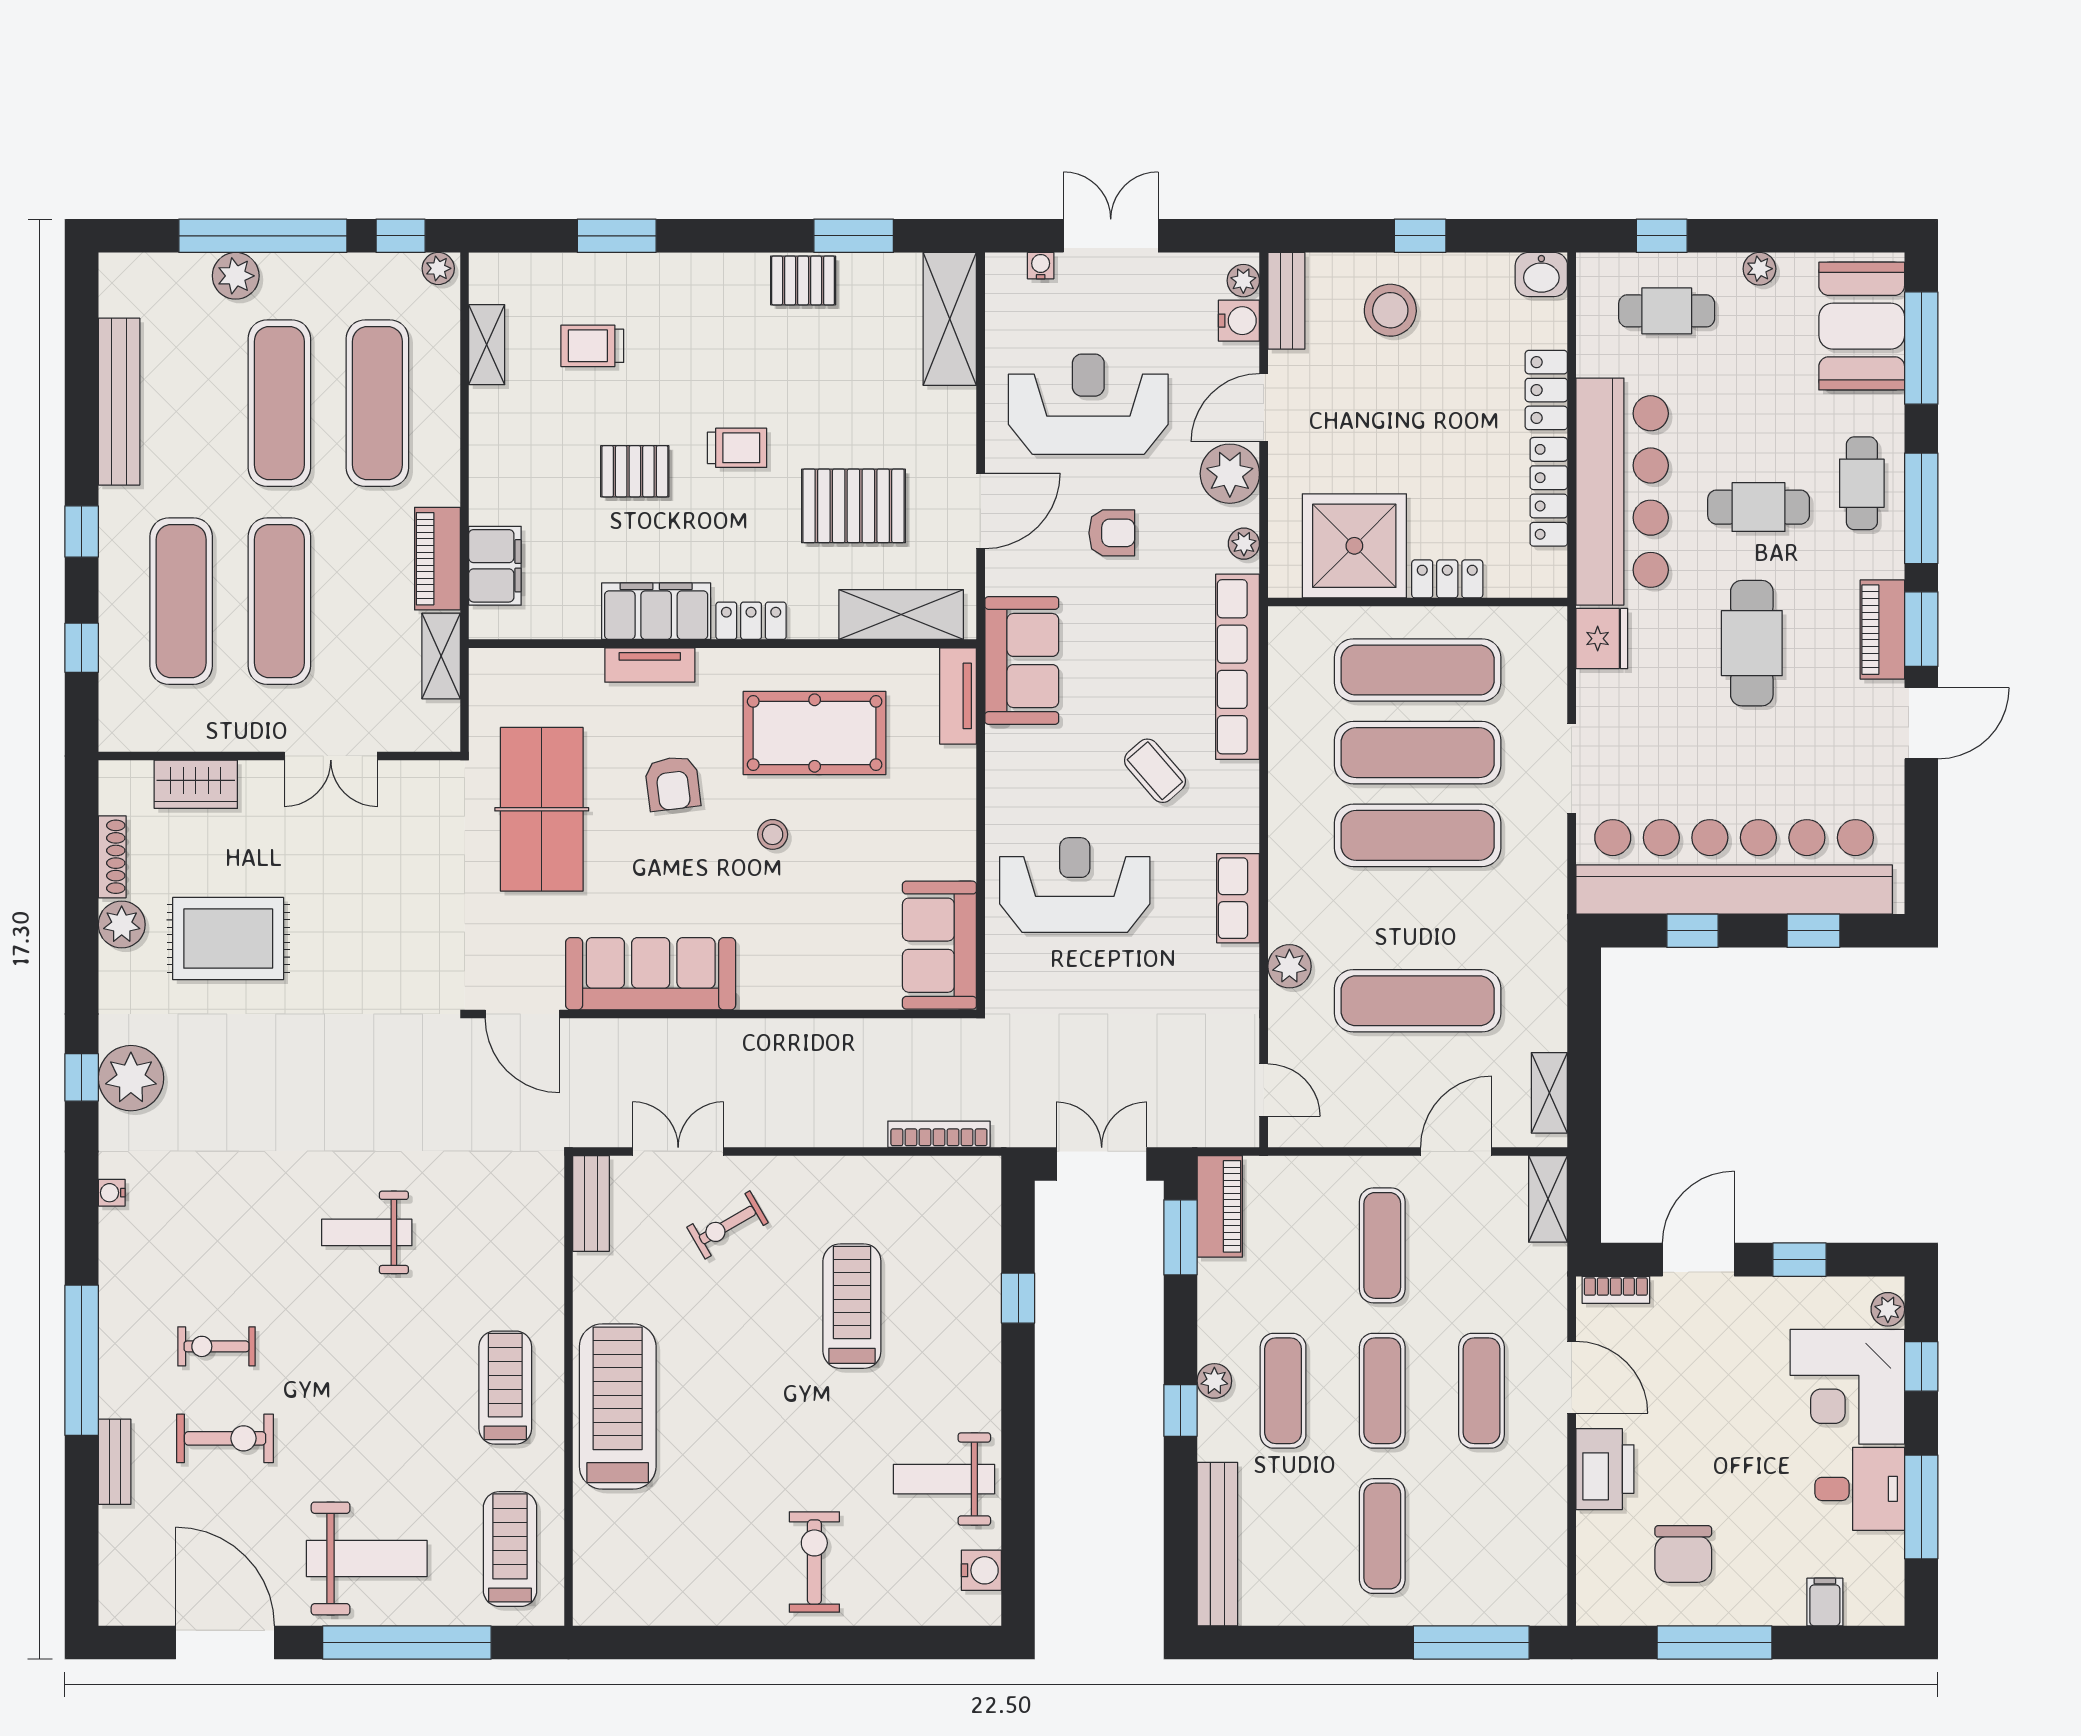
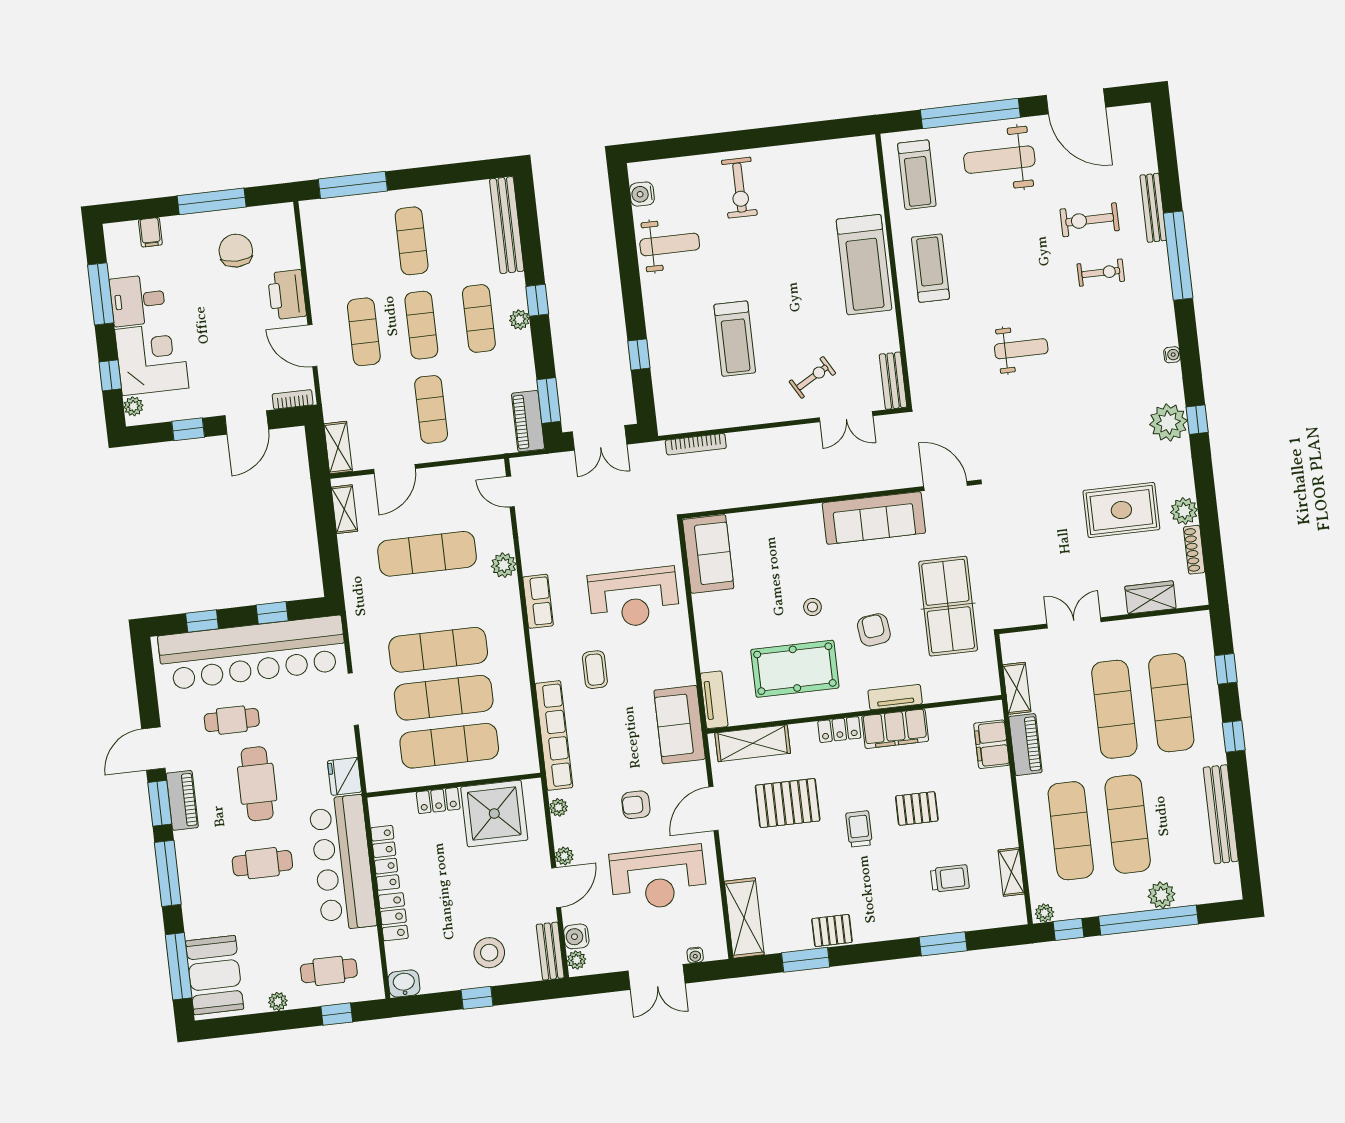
trolley: (737, 448) -> (859, 829), turned 90
plant: (1230, 474) -> (564, 856), width x0.53, depth x0.53
cafe table: (1862, 483) -> (232, 720), moved, turned 90
coffee table: (1155, 771) -> (595, 670), turned 41
treadmill: (505, 1388) -> (930, 268), turned 180
bench: (115, 1462) -> (1153, 208), width x1.36

